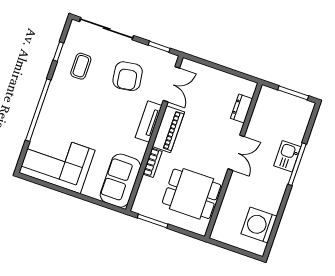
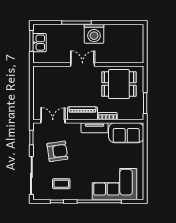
dresser: (241, 109) -> (53, 71), removed
tv unit: (149, 122) -> (95, 128), moved
kitchen sink: (287, 156) -> (39, 43), moved, turned -90
corner sofa: (57, 161) -> (115, 184), moved, turned 90
dining table: (191, 194) -> (119, 84), turned 90
washing machine: (259, 225) -> (94, 34), moved

